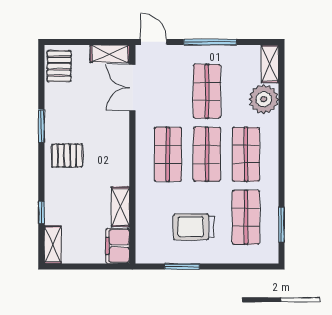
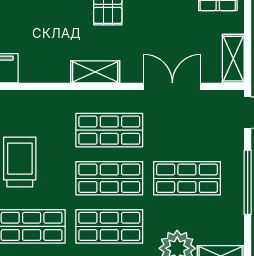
double door: (132, 87) -> (172, 86), moved
shelving: (121, 207) -> (95, 72), moved

